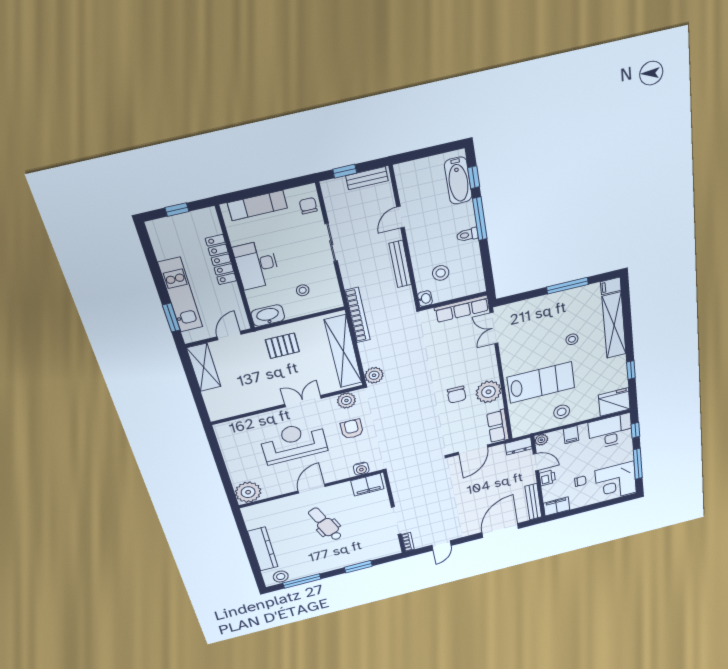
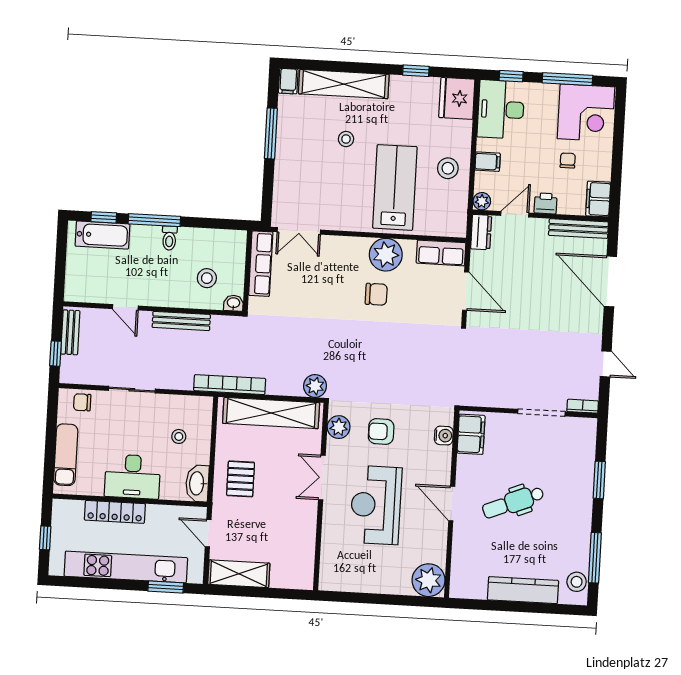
kitchen unit: (180, 295) -> (126, 567), width x1.36

